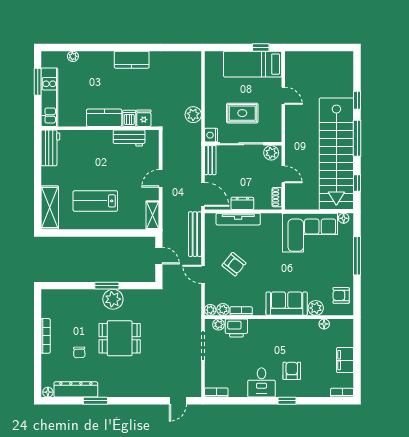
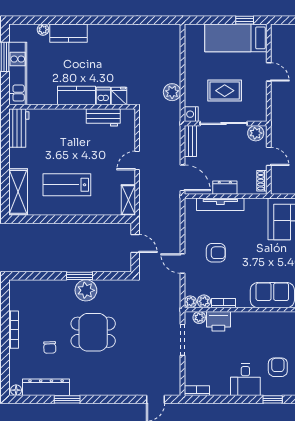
kitchen counter: (132, 60) -> (68, 33), moved
bench: (195, 234) -> (174, 220), removed
armchair: (234, 264) -> (216, 253), turned -39

